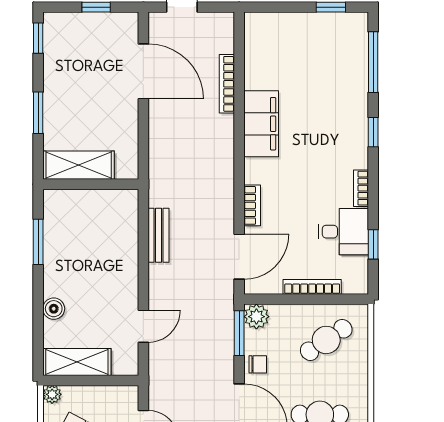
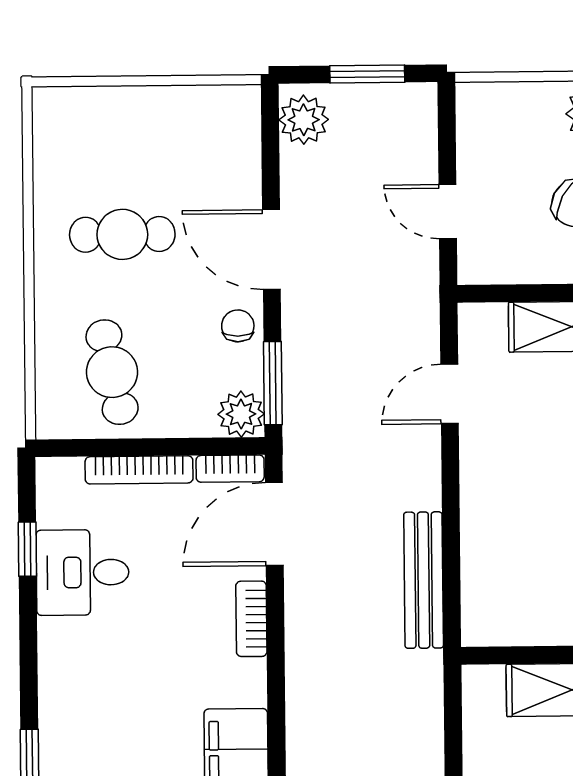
bookcase: (361, 188) -> (230, 469), moved, turned 90
bench: (159, 235) -> (424, 580), width x1.36
cafe table: (326, 340) -> (112, 372), turned -68
chair: (258, 364) -> (238, 326), turned 90

